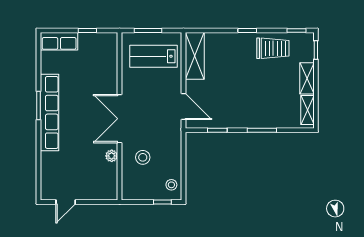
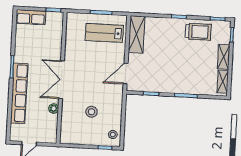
door: (183, 107) -> (126, 74), swing flipped
row of seats: (50, 112) -> (19, 93), moved
wall: (120, 116) -> (62, 78), moved
double door: (120, 119) -> (62, 80), moved
plant: (112, 156) -> (54, 109), moved

